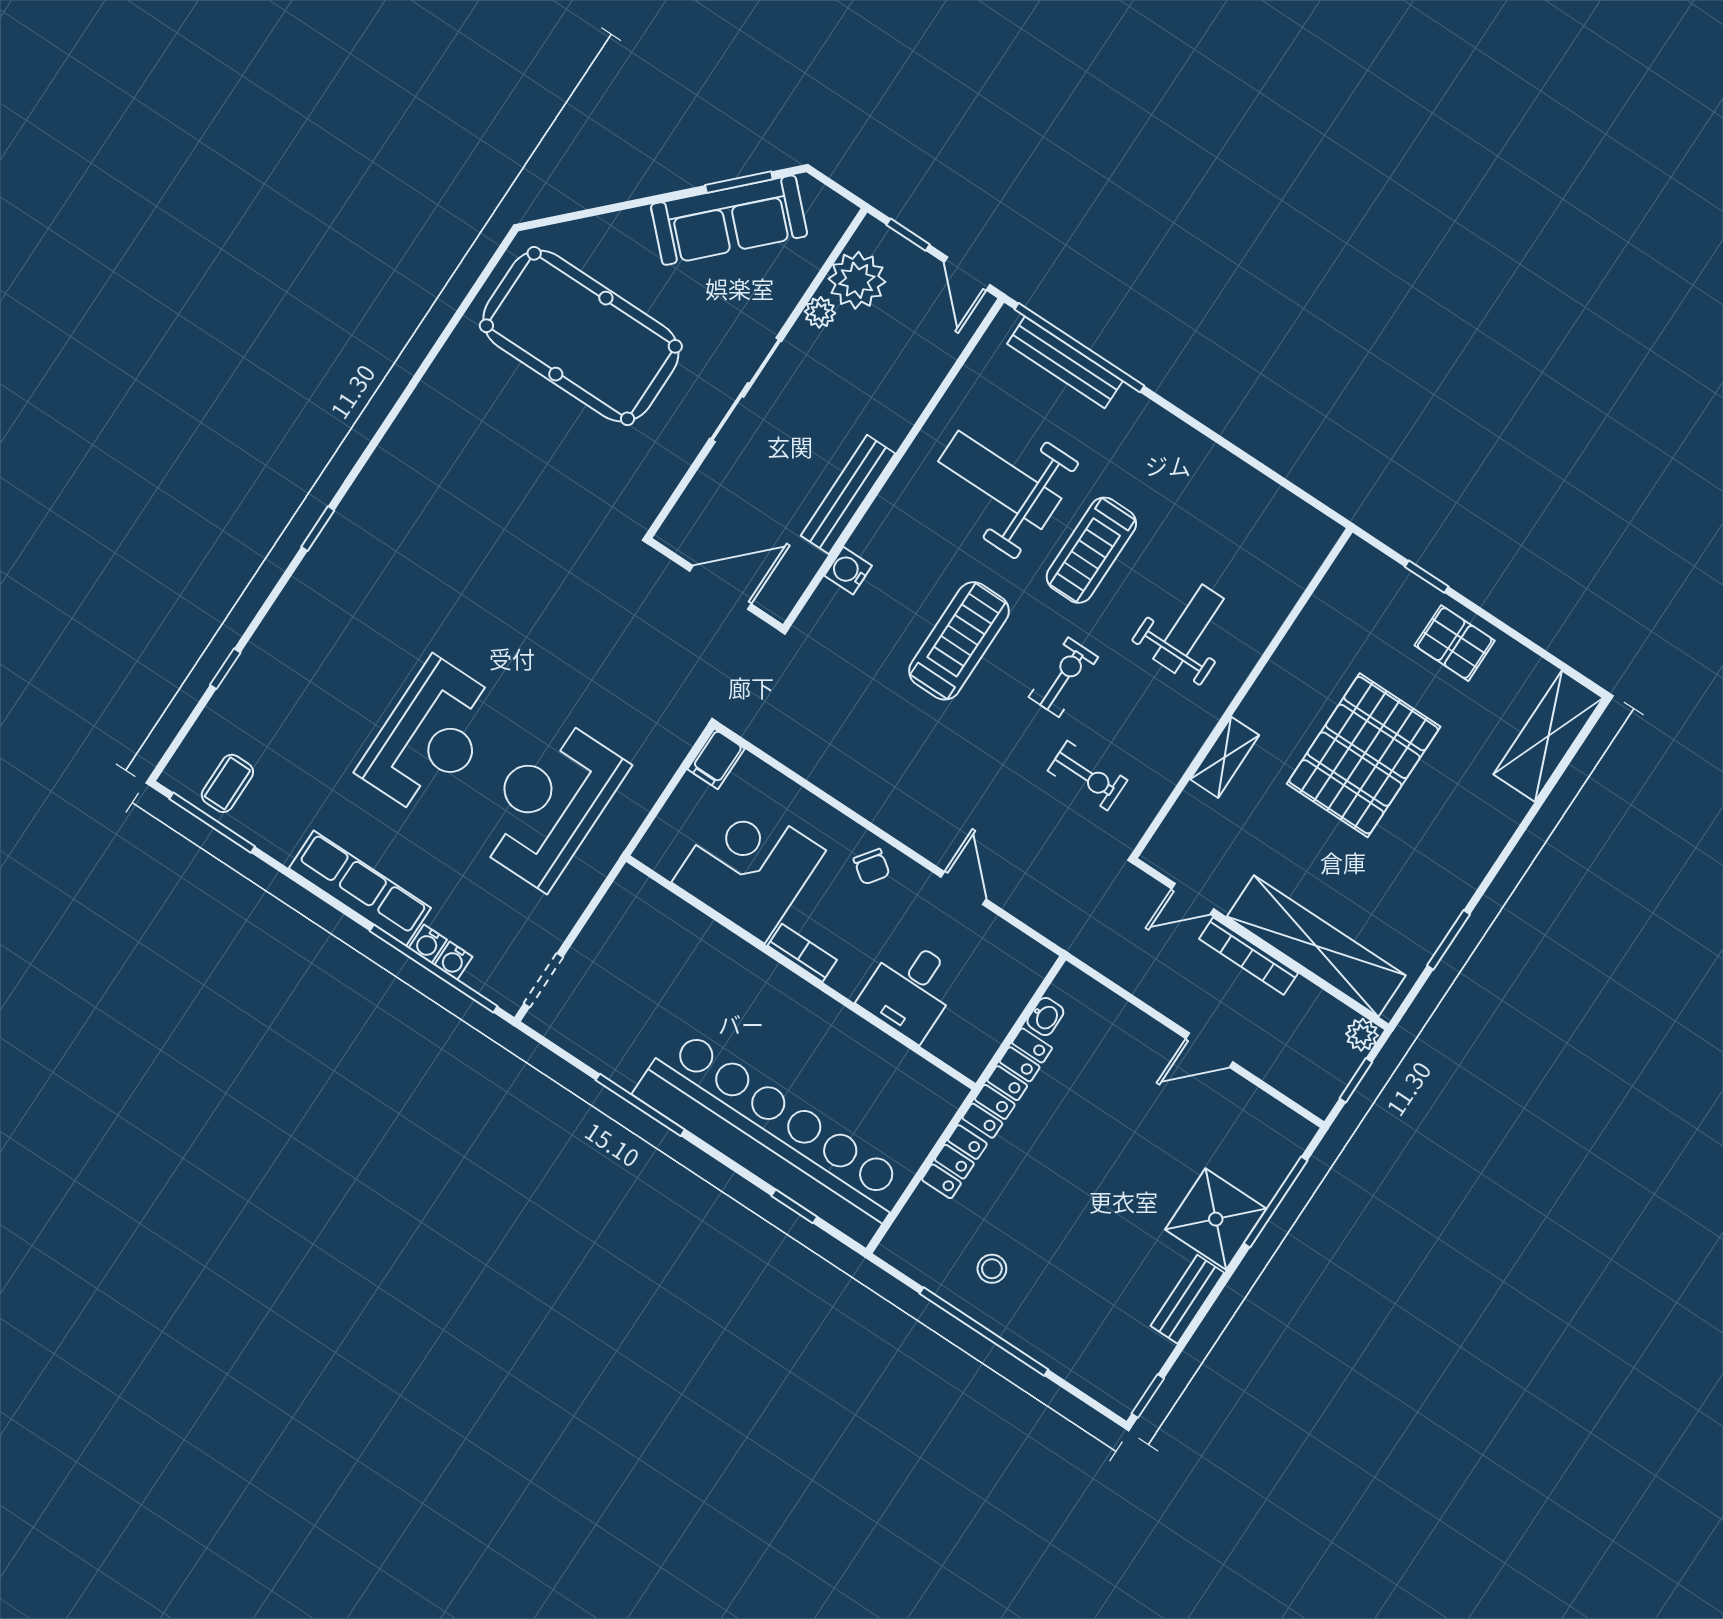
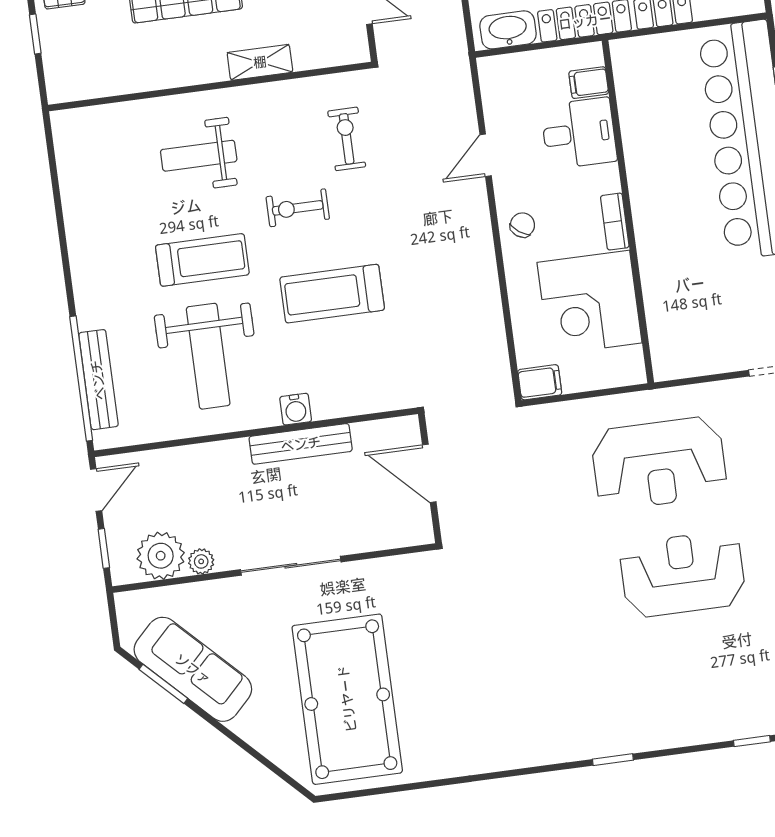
water cooler: (848, 571) -> (296, 409), moved
washbasin: (1045, 1017) -> (508, 30), width x1.91, depth x1.45
filing cabinet: (948, 1038) -> (589, 83), added

